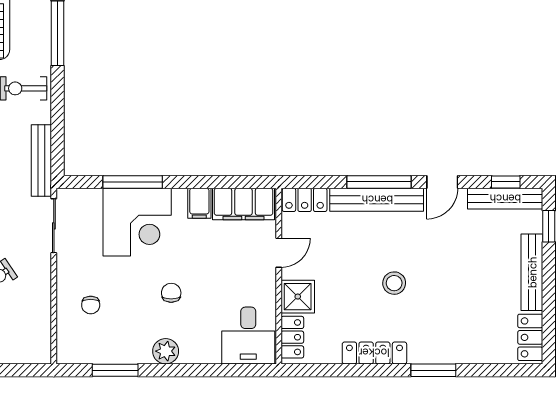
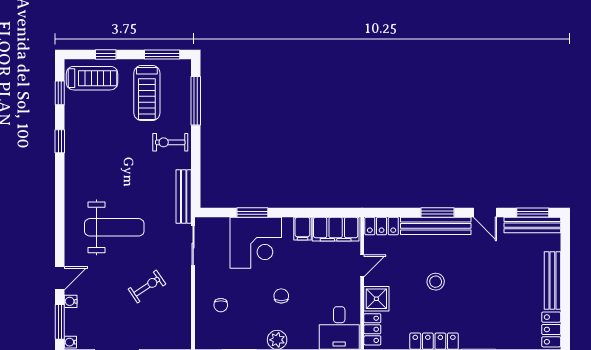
window: (133, 182) -> (252, 213), width x0.69
window: (379, 182) -> (438, 213), width x0.69
door: (442, 182) -> (485, 213), hinge flipped
window: (506, 182) -> (533, 213), width x1.50
window: (549, 226) -> (565, 246), removed
stool: (394, 283) -> (436, 282), moved

